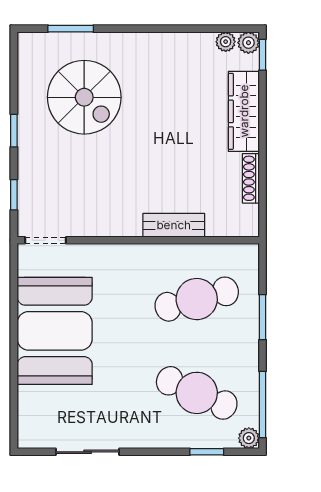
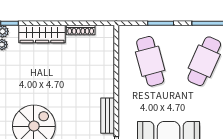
bench: (174, 225) -> (108, 116), moved

